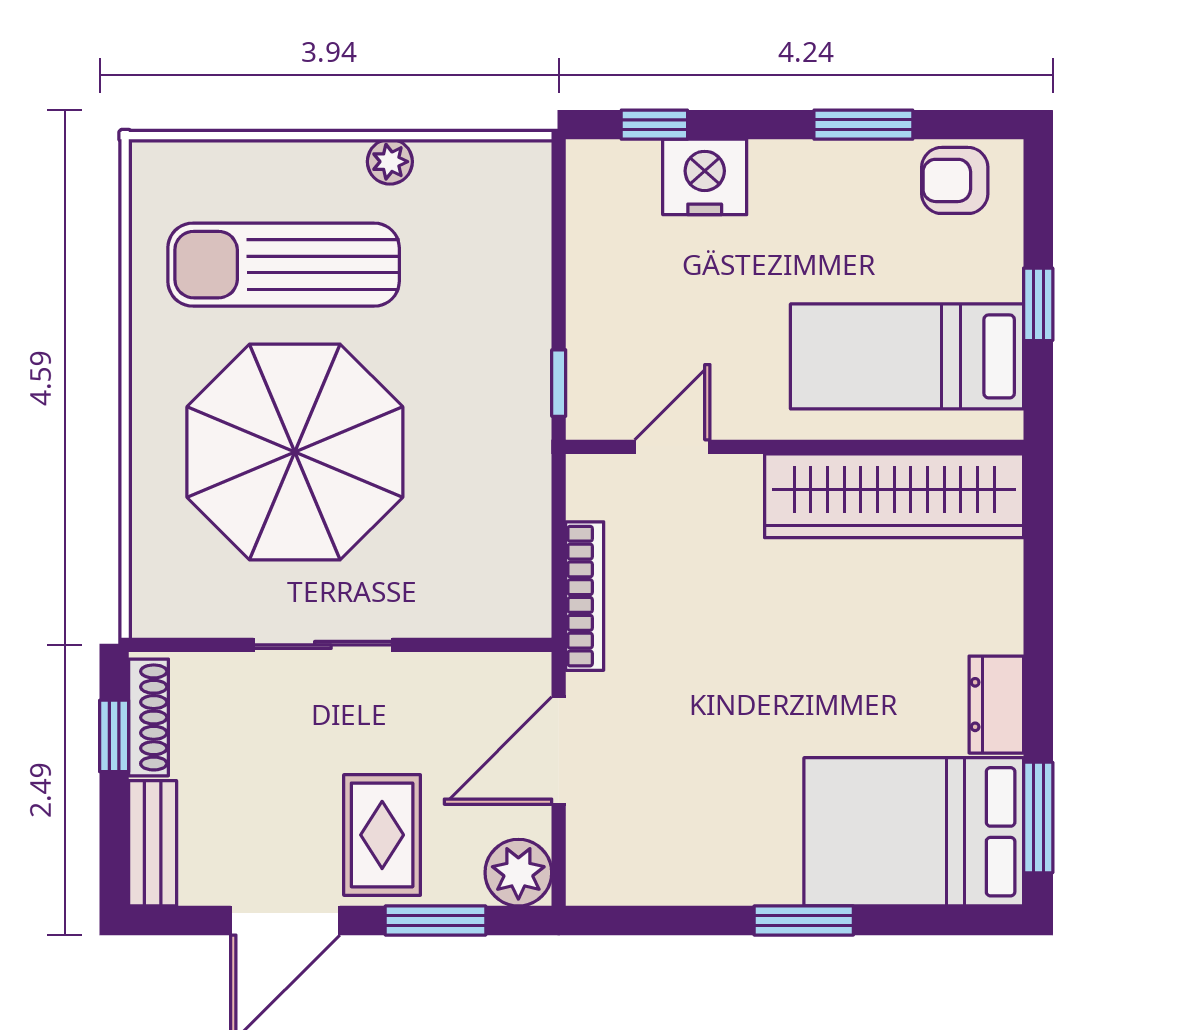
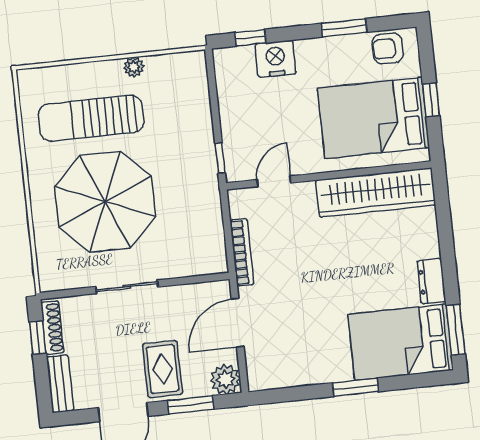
bed: (907, 356) -> (374, 118), width x1.50

